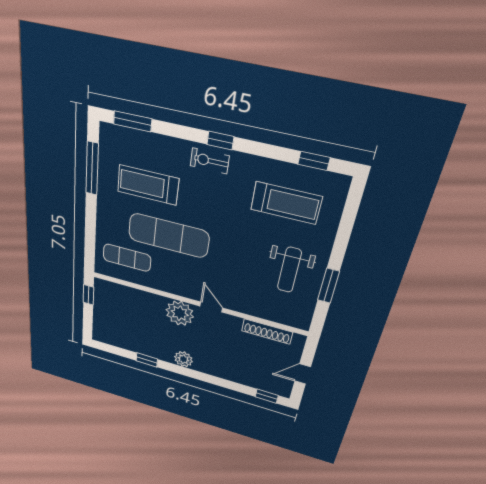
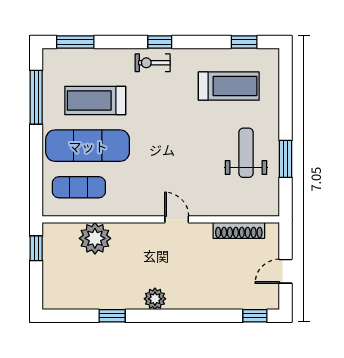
exercise mat: (168, 236) -> (88, 146), moved
weight bench: (289, 270) -> (246, 153), turned 180
plant: (180, 313) -> (95, 238), moved

